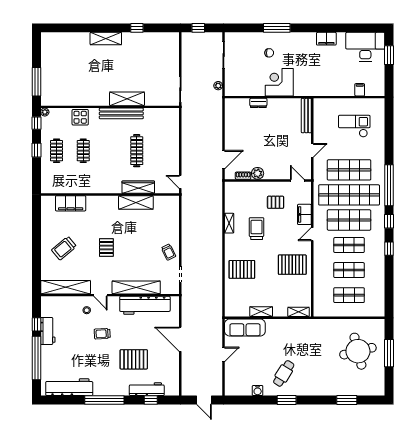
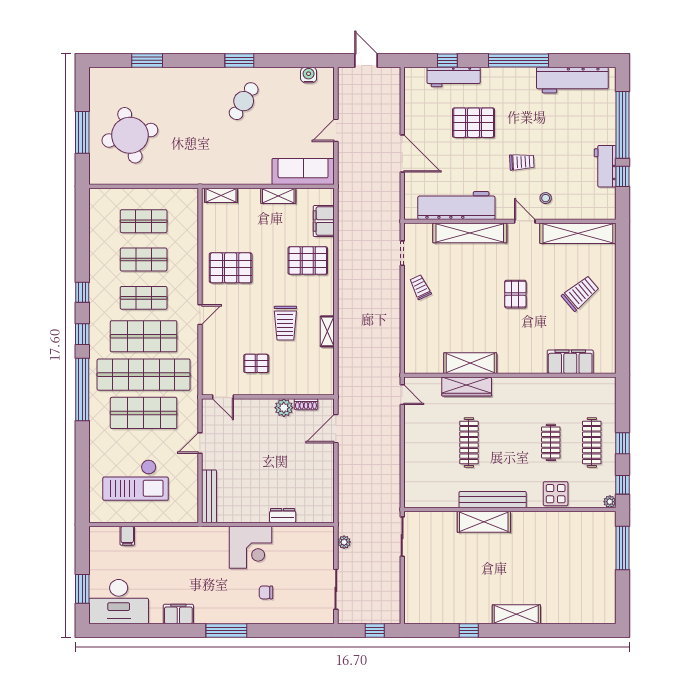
window: (277, 28) -> (226, 631), moved
checkout: (354, 126) -> (136, 480), width x1.36, depth x1.21
clothes rail: (57, 151) -> (592, 442), width x1.36
filing cabinet: (304, 214) -> (324, 221), moved, turned 180
water cooler: (258, 391) -> (309, 75), moved

